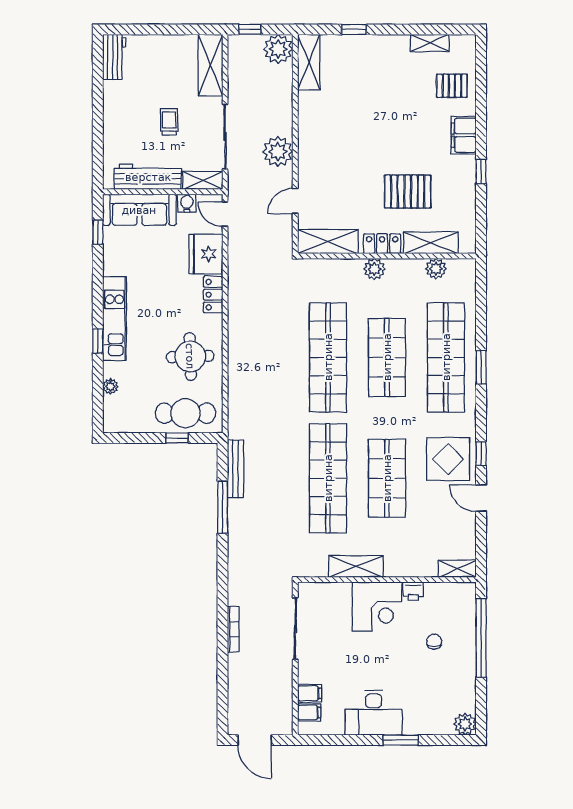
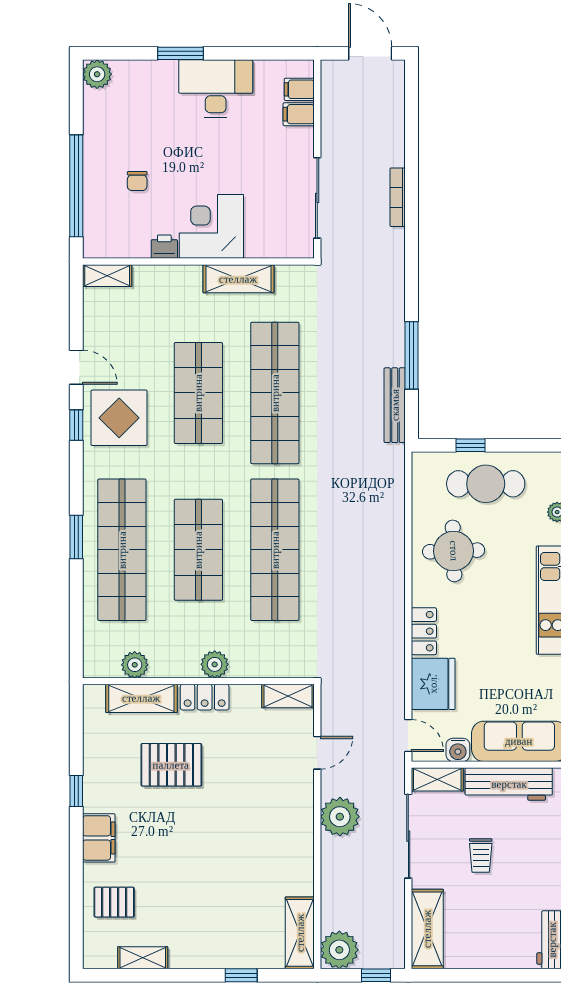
shelving: (328, 242) -> (288, 696), width x0.67, depth x0.75
cafe table: (185, 413) -> (486, 484), moved

